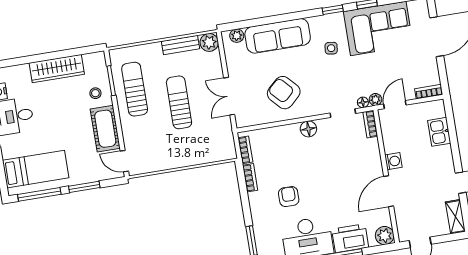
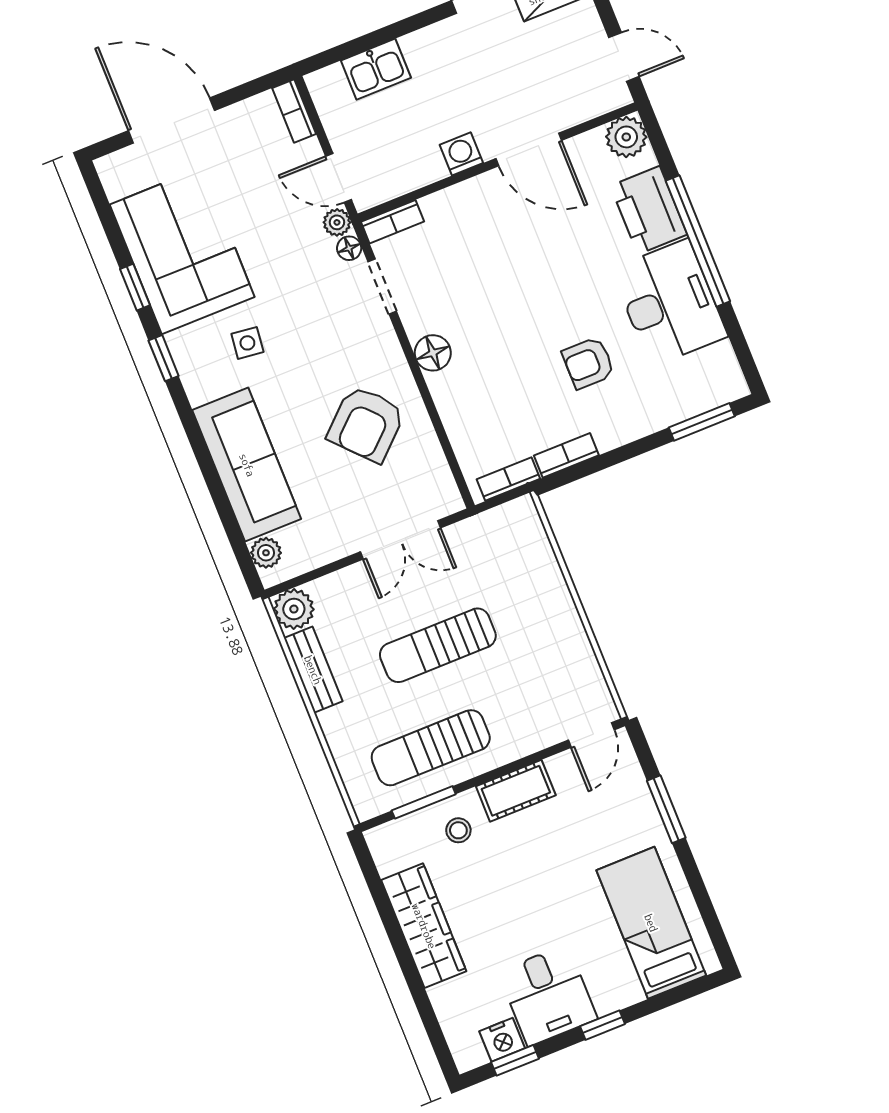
cot: (105, 129) -> (516, 791), width x0.73, depth x0.75
window: (39, 194) -> (704, 903), removed

